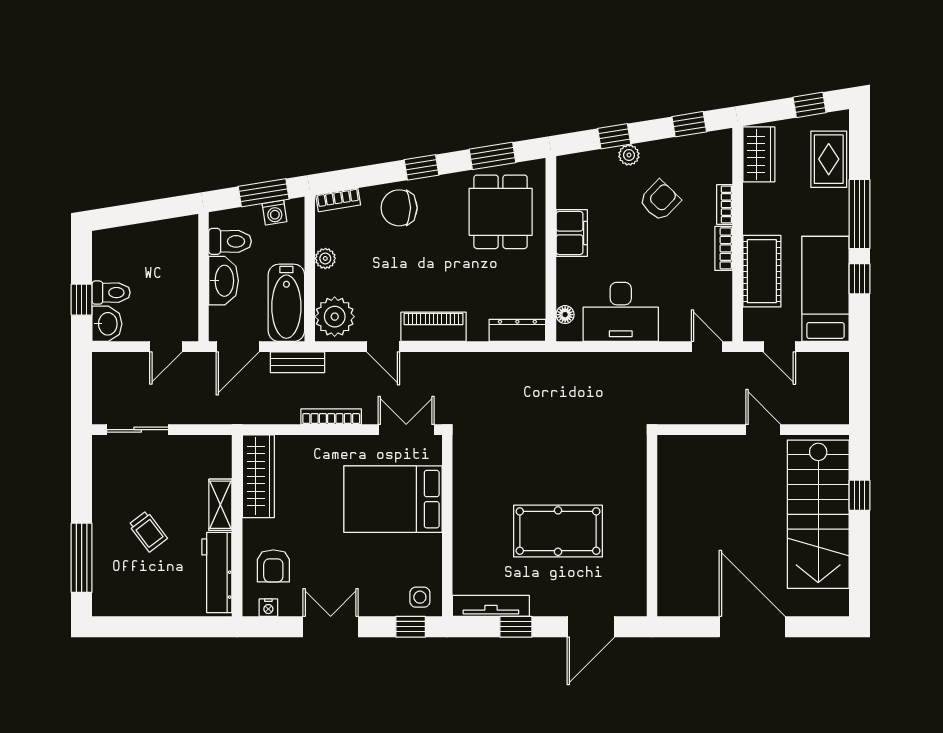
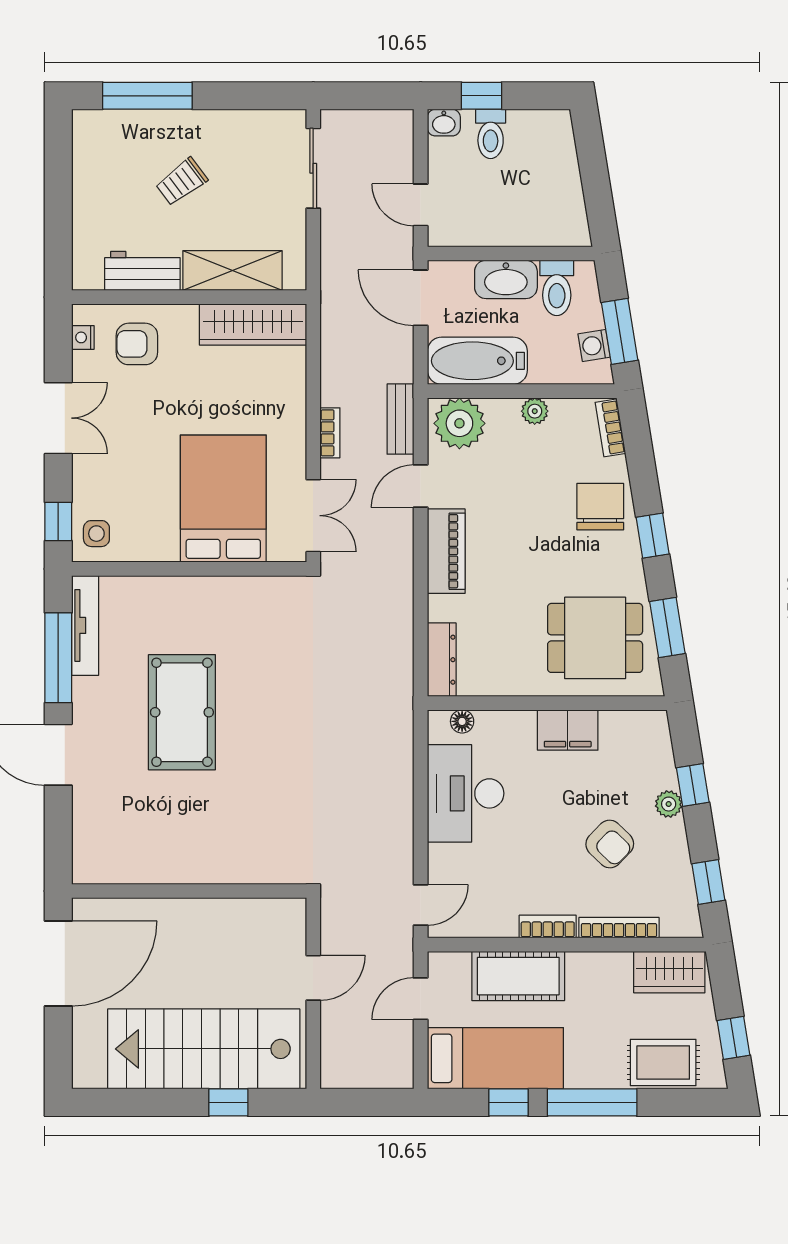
bookcase: (725, 204) -> (619, 928), width x1.56
washbasin: (107, 324) -> (444, 123), width x0.72, depth x0.69
bench: (298, 362) -> (400, 419), moved
bookcase: (331, 417) -> (330, 433), width x0.64
shelving: (220, 505) -> (233, 271), width x1.50, depth x1.33
wall: (652, 526) -> (189, 891), moved
workbench: (217, 573) -> (142, 271), width x0.73
window: (516, 627) -> (58, 658), width x2.17

